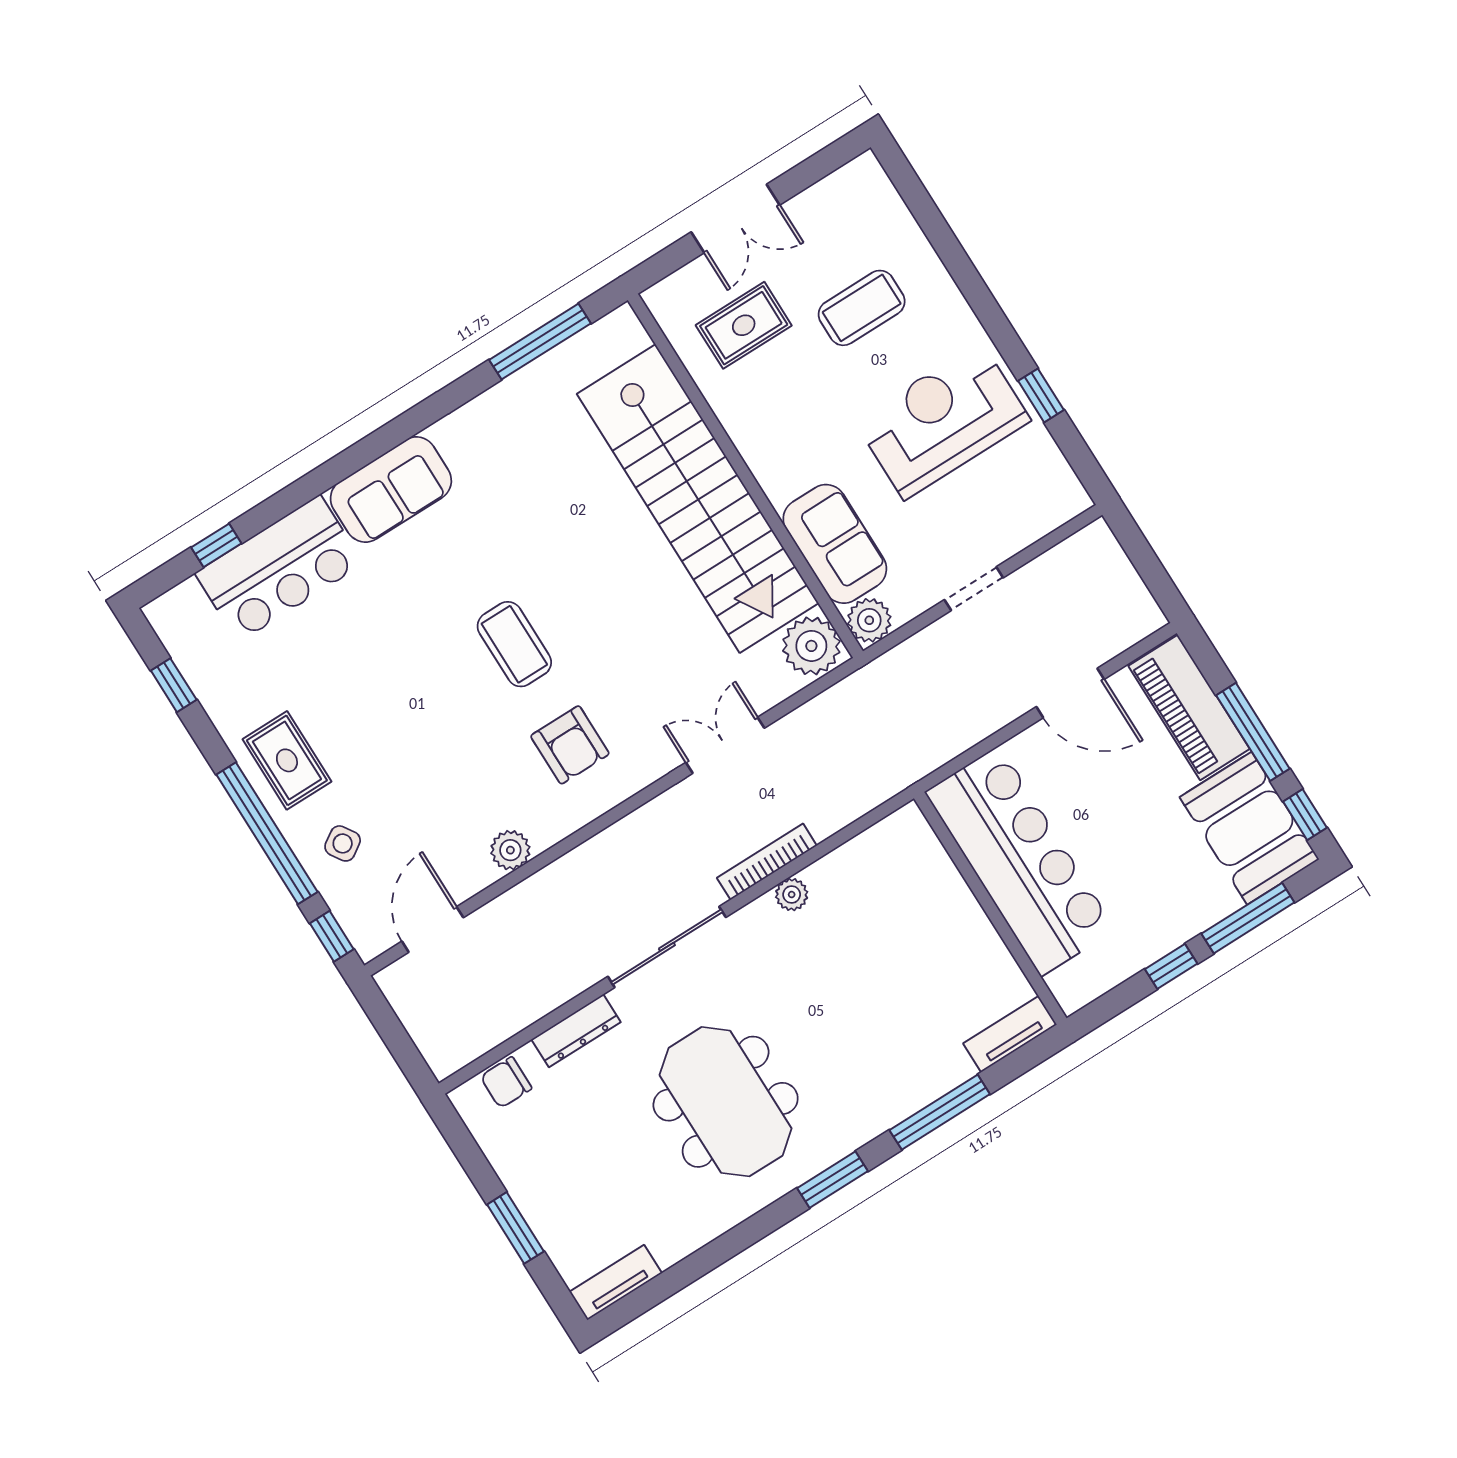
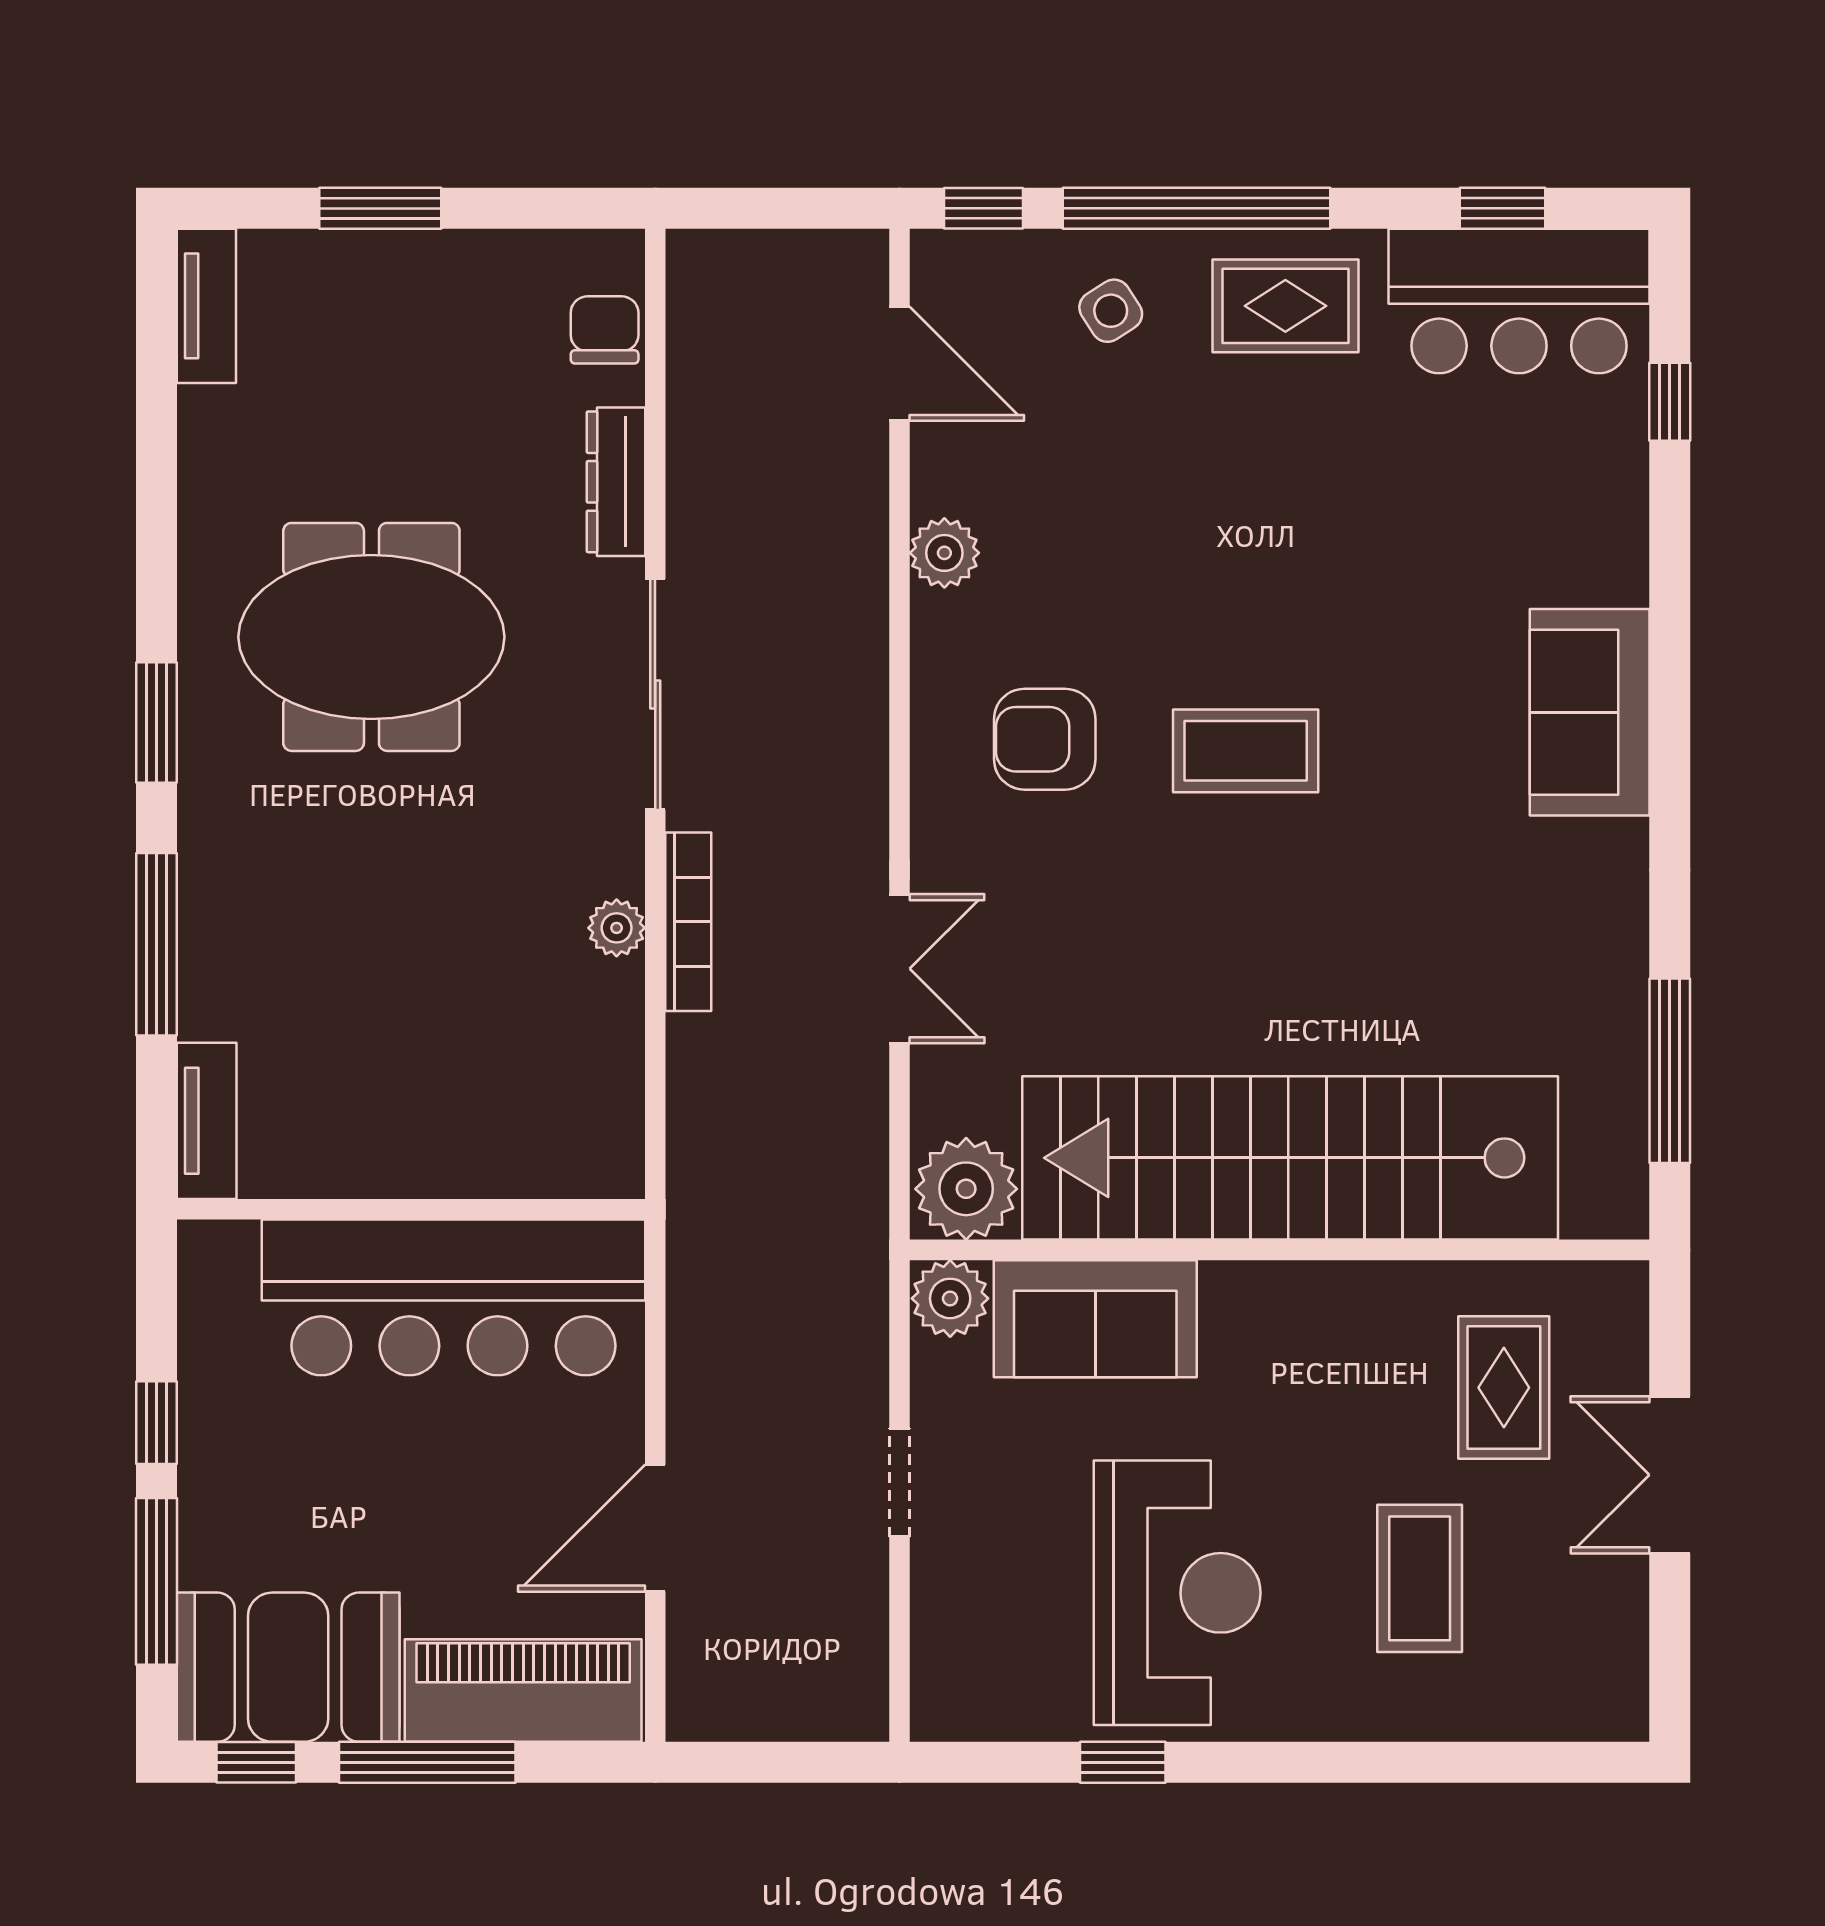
bar counter: (279, 568) -> (1519, 301), moved, turned -90

